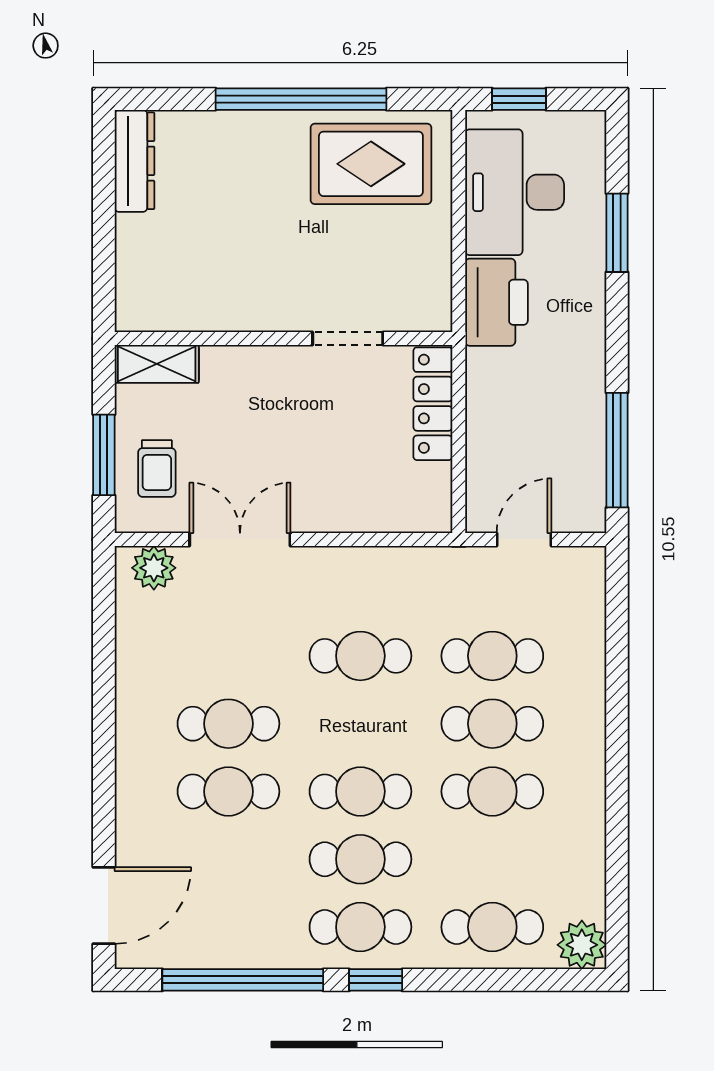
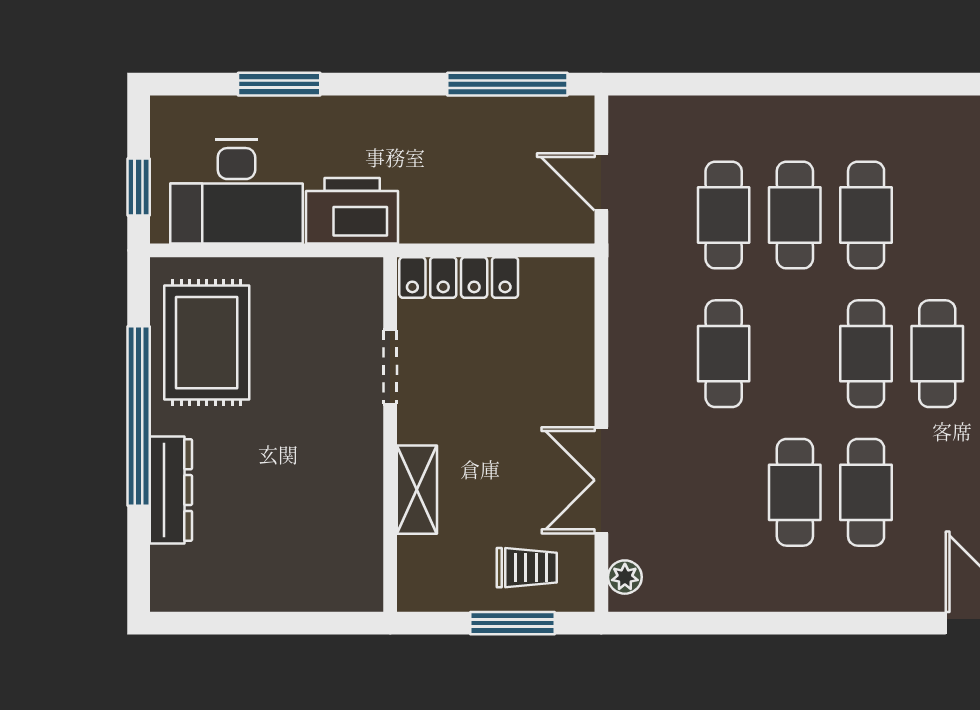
dresser: (135, 161) -> (171, 490), moved, turned 90
shelving: (157, 364) -> (417, 490), moved
plant: (154, 568) -> (625, 577), width x0.73, depth x0.73

